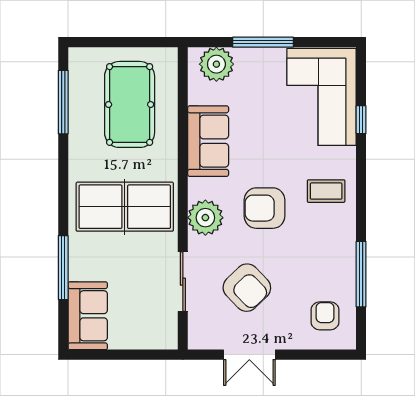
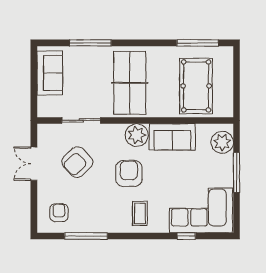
pool table: (130, 104) -> (196, 86), turned 90
plant: (205, 218) -> (137, 135), moved
sofa: (88, 316) -> (50, 73), moved, turned -90
armchair: (325, 316) -> (59, 213), turned -90

